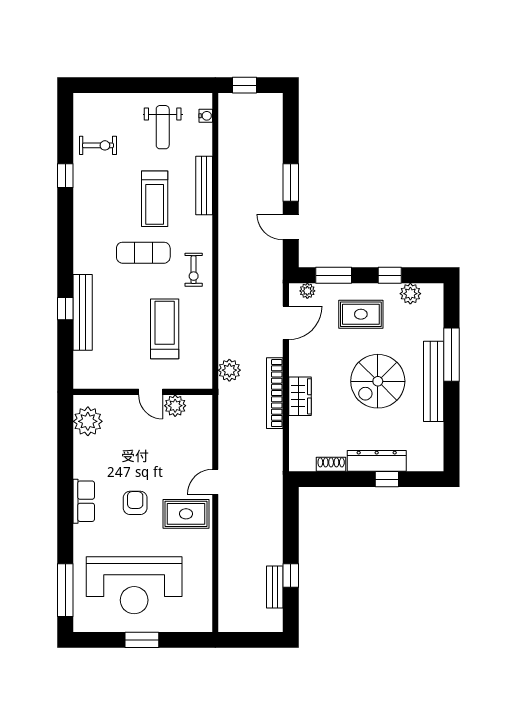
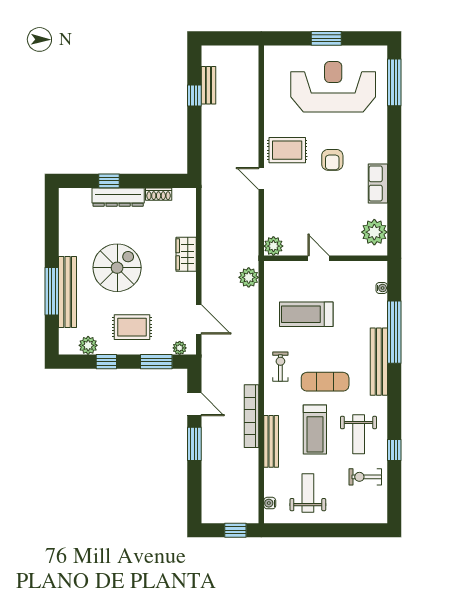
weight bench: (106, 193) -> (359, 434), added
treadmill: (155, 199) -> (315, 430), turned 180
window: (65, 309) -> (394, 332), width x3.17
bench: (83, 312) -> (379, 362), moved
door: (286, 323) -> (199, 319), swing flipped
treadmill: (165, 329) -> (306, 314), turned 90
water cooler: (79, 358) -> (382, 288), added
bench: (434, 381) -> (68, 292), moved
bookcase: (275, 393) -> (251, 416), moved, turned 180
plant: (175, 406) -> (273, 246), moved
door: (215, 482) -> (261, 179), swing flipped
row of seats: (84, 501) -> (378, 183), moved

